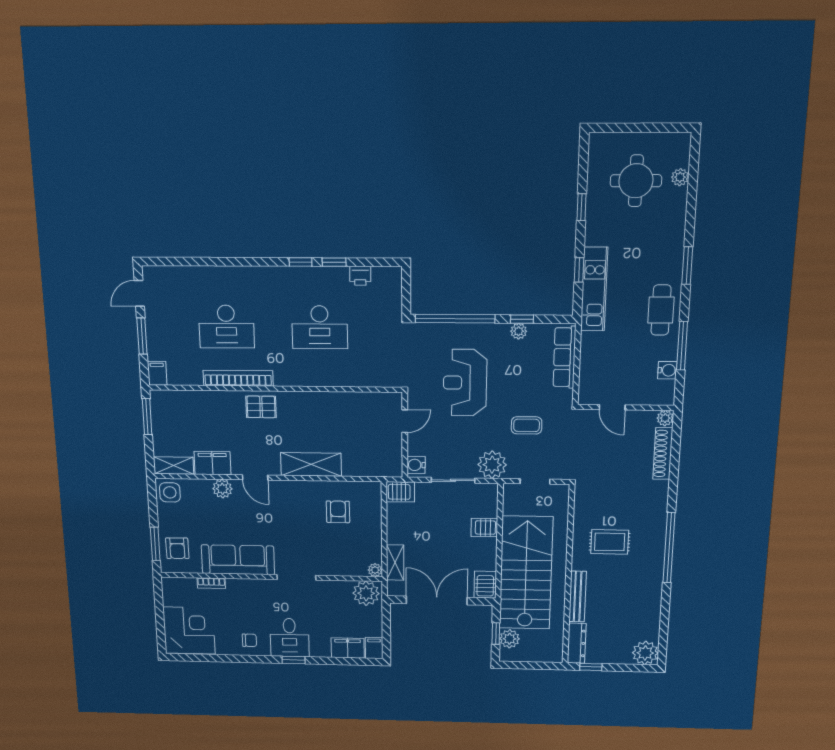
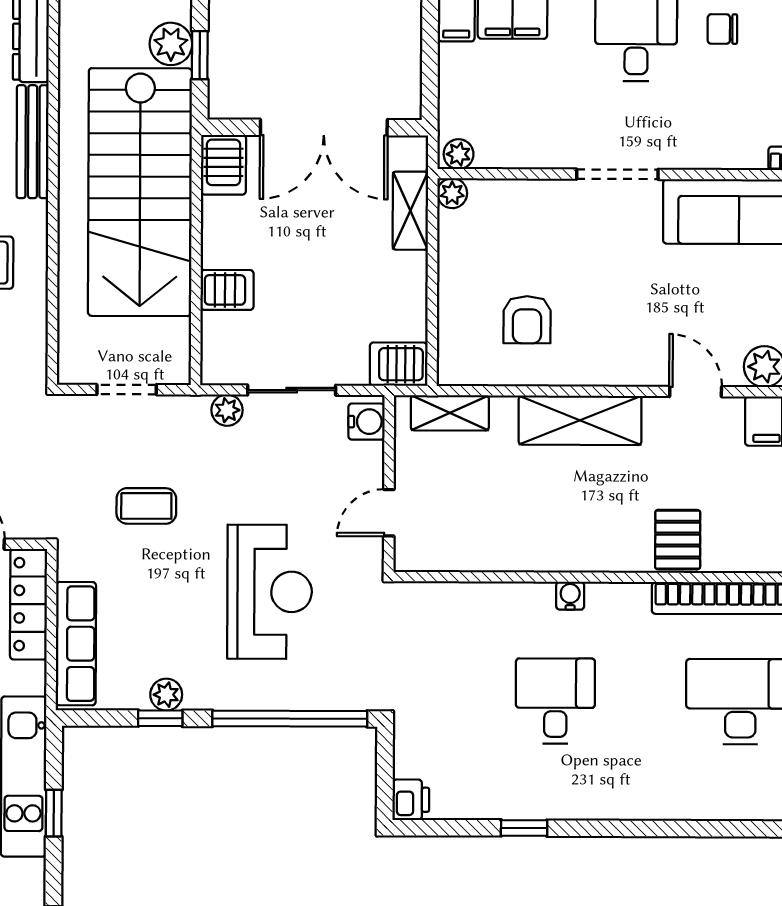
window: (301, 262) -> (589, 828), removed
printer: (360, 276) -> (411, 800), moved, turned 90
desk: (320, 327) -> (555, 701), width x0.73
locker: (588, 377) -> (28, 604), added
water cooler: (314, 380) -> (570, 596), added
pallet: (261, 407) -> (678, 540), turned 90
plant: (492, 465) -> (227, 410), width x0.53, depth x0.53
shelving: (375, 469) -> (450, 413), added
plant: (366, 593) -> (459, 154), width x0.53, depth x0.53

